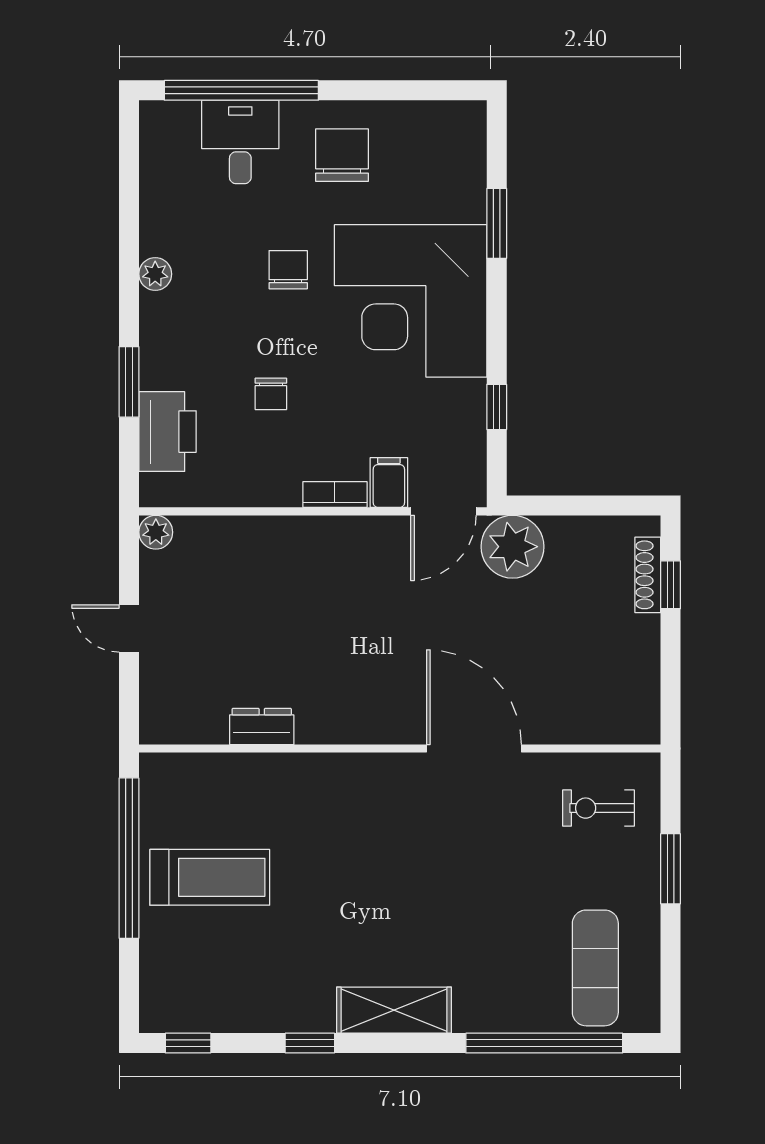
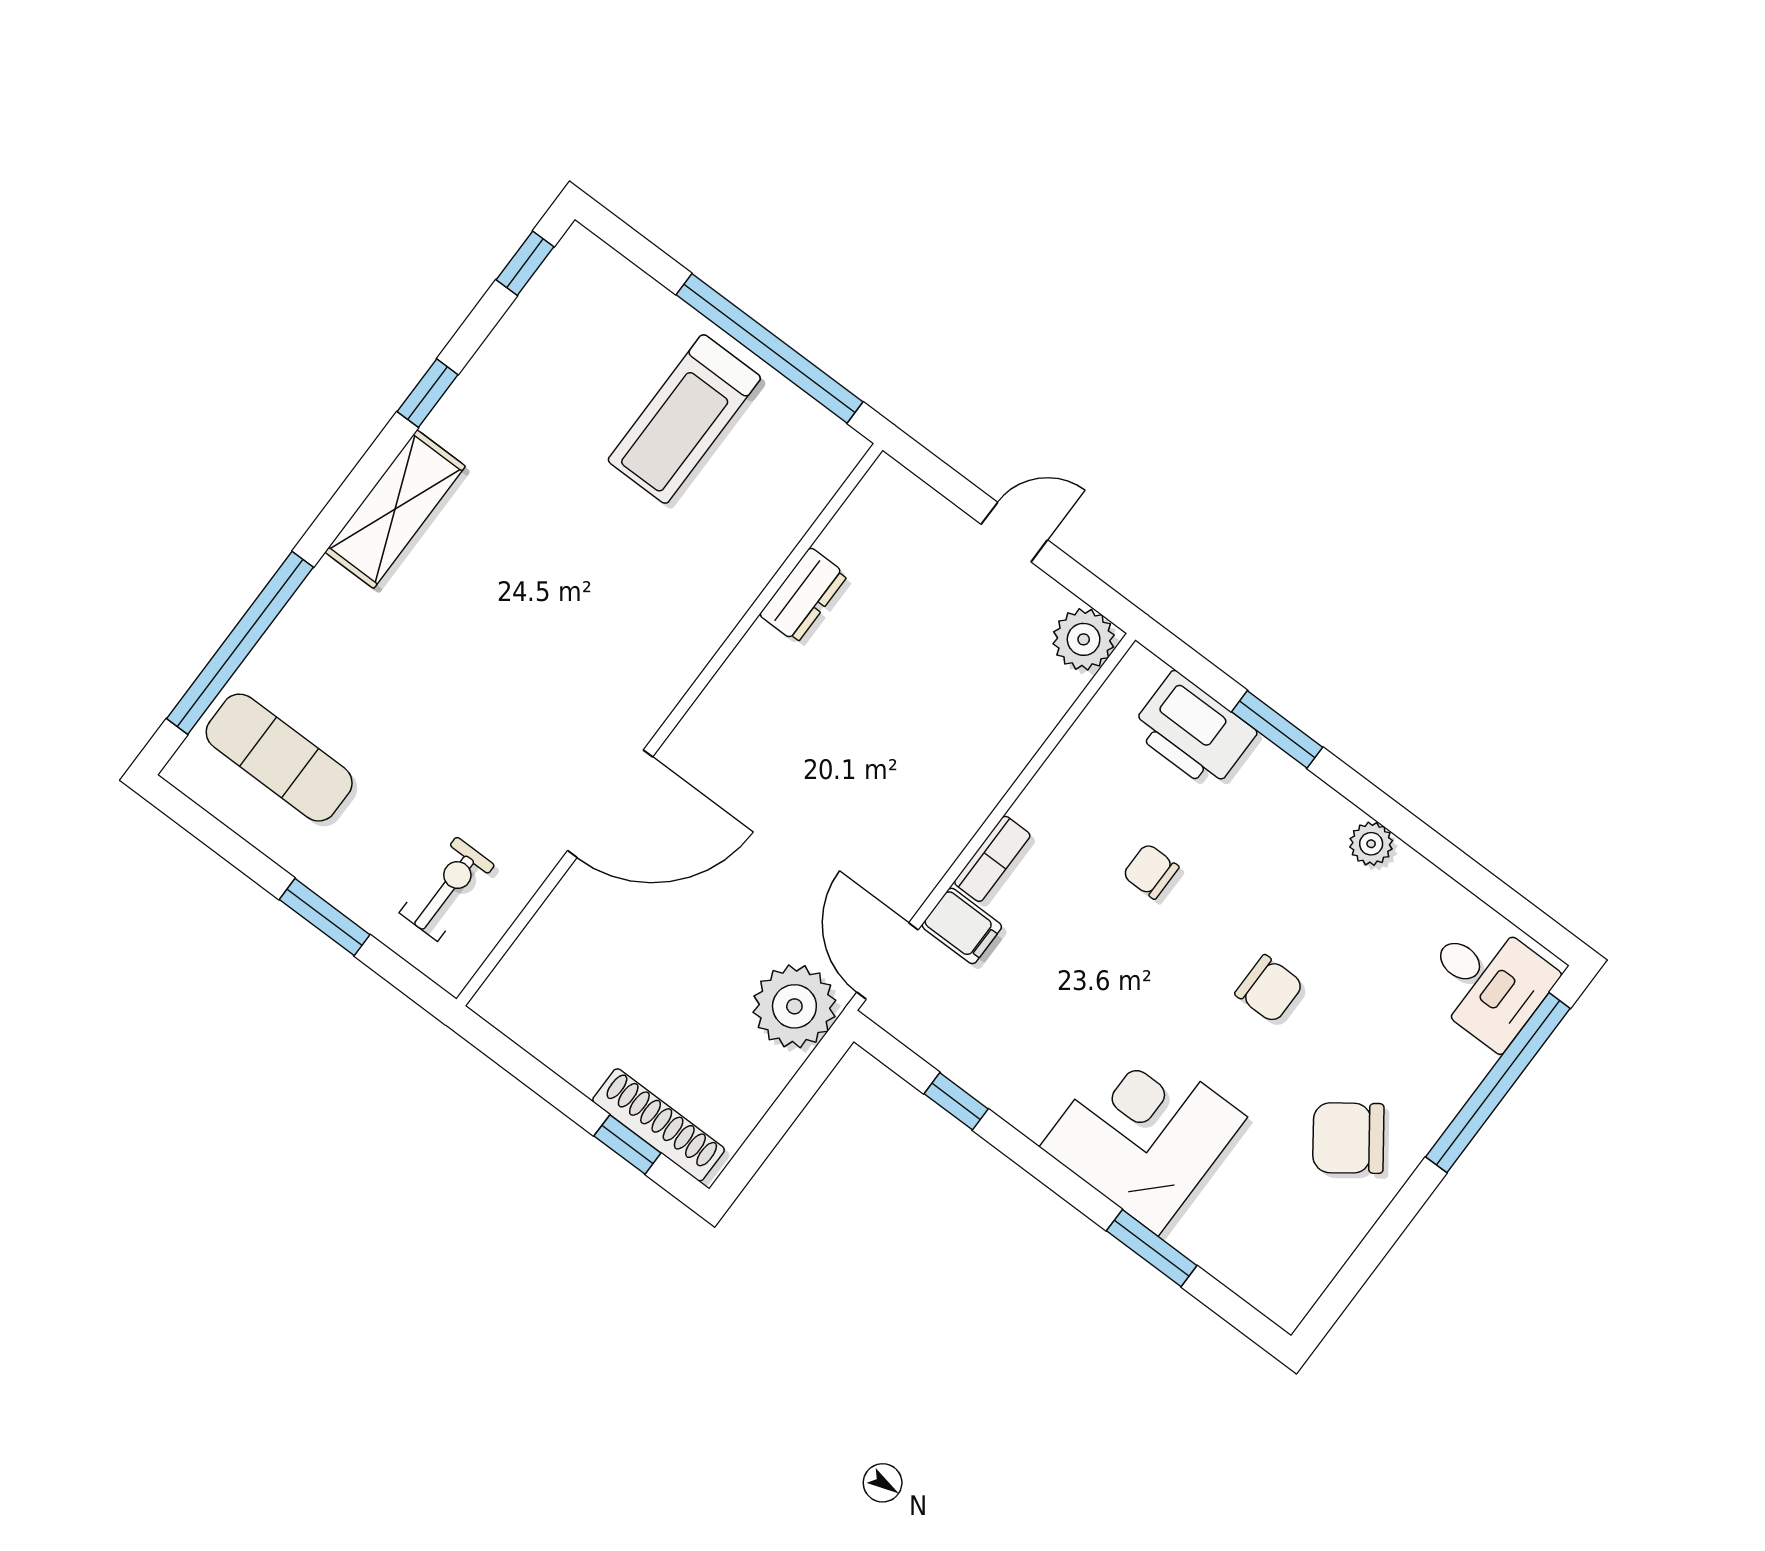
desk: (240, 142) -> (1488, 982), moved
chair: (342, 155) -> (1348, 1138), turned 144
corner desk: (411, 301) -> (1143, 1132), width x0.74, depth x0.74
plant: (156, 532) -> (1084, 639), width x1.38, depth x1.38
shoe rack: (648, 575) -> (659, 1125), width x1.36, depth x1.24

